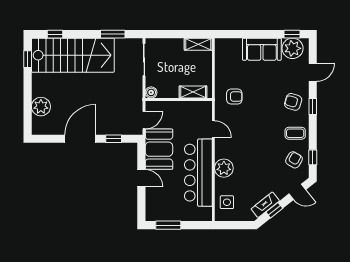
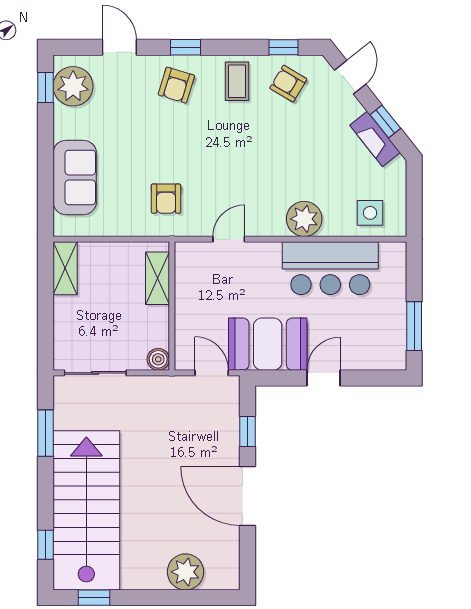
sofa: (262, 49) -> (75, 177), moved
armchair: (234, 97) -> (166, 199), turned 180
bar counter: (198, 173) -> (330, 268), width x0.73

